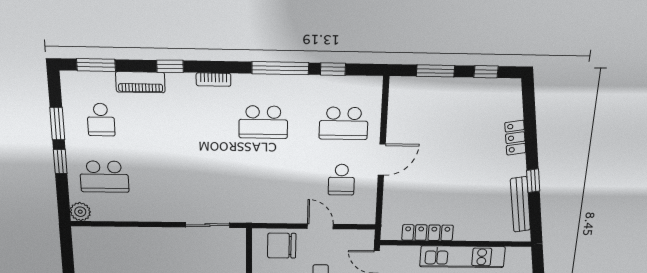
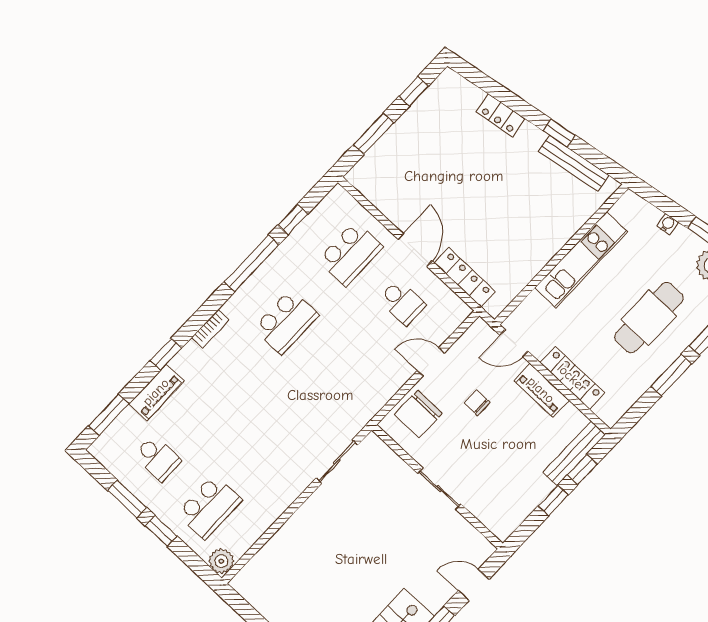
locker: (427, 233) -> (465, 277), moved, turned 90

